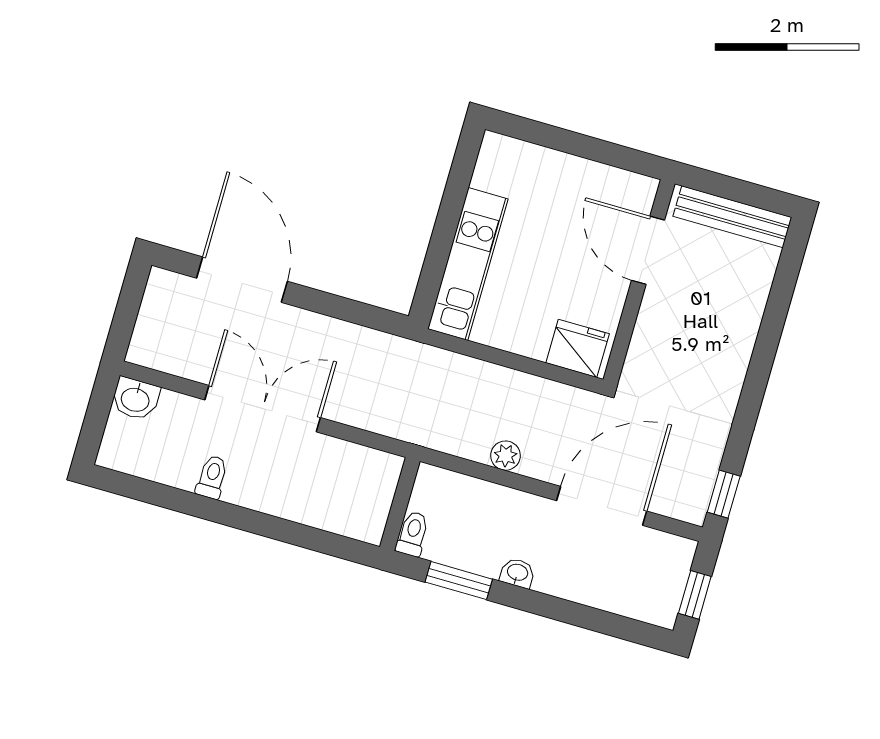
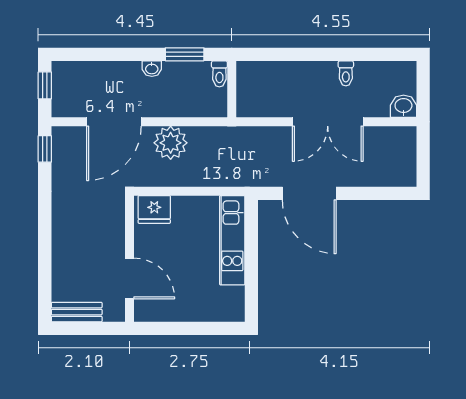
bench: (732, 217) -> (77, 312), width x0.73
door: (242, 280) -> (309, 193), moved
plant: (506, 456) -> (171, 143), width x1.88, depth x1.88

